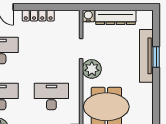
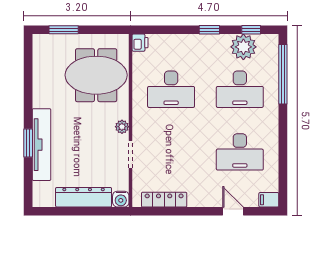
locker: (38, 16) -> (164, 200), moved
plant: (92, 69) -> (122, 127), width x0.53, depth x0.53

